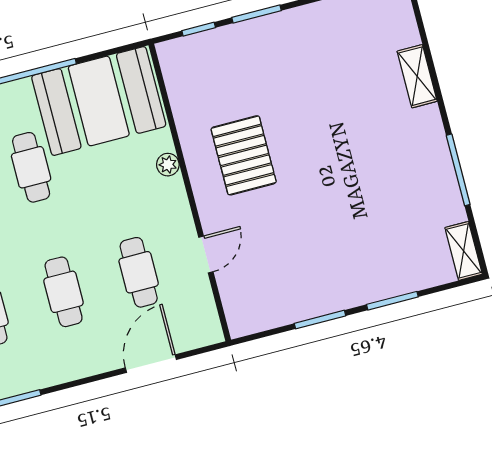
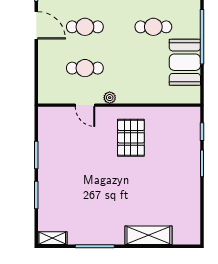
shelving: (417, 76) -> (148, 235), width x1.50, depth x1.33
booth: (99, 101) -> (185, 62), width x0.73, depth x0.70
pallet: (244, 155) -> (131, 138), turned 90
plant: (168, 165) -> (110, 98), moved
door: (151, 364) -> (36, 25), moved

